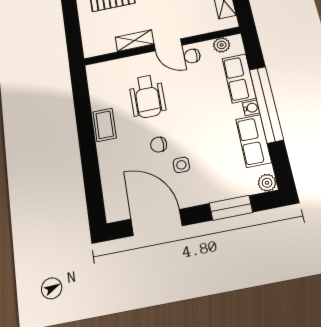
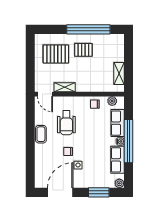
door: (168, 45) -> (45, 94), moved
door: (156, 222) -> (60, 192), hinge flipped

